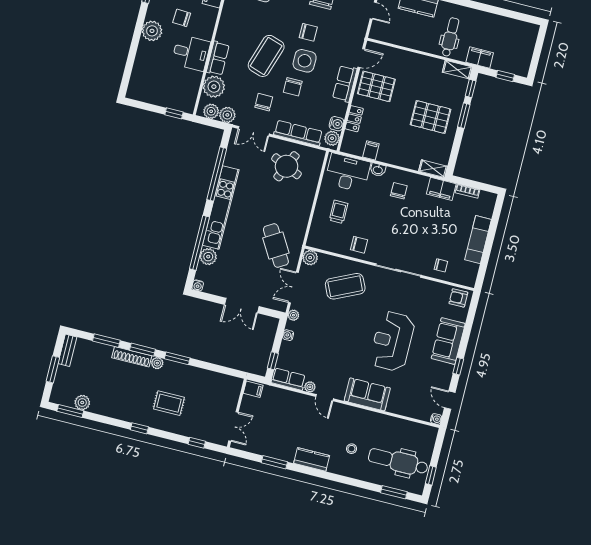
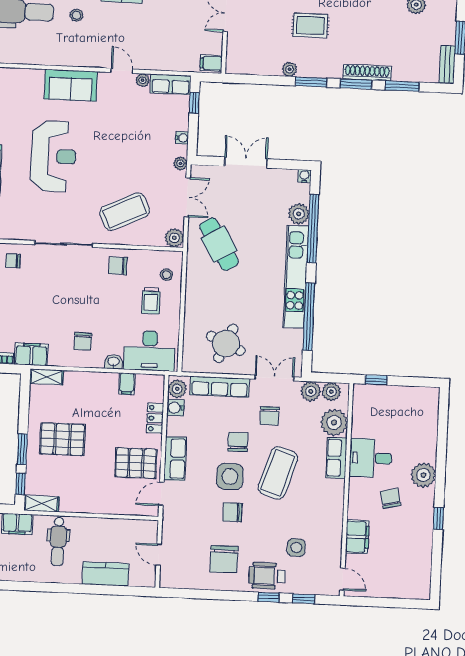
chair: (182, 18) -> (391, 498), turned -106
stool: (322, 230) -> (166, 275), added
plant: (157, 363) -> (290, 69), moved

